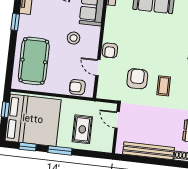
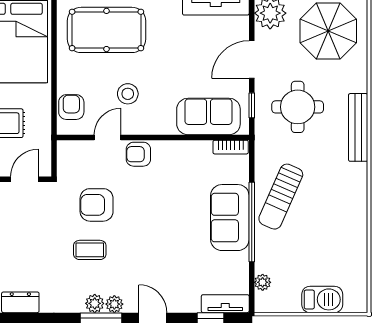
stool: (74, 38) -> (128, 94), moved
armchair: (137, 79) -> (97, 205), turned 180

